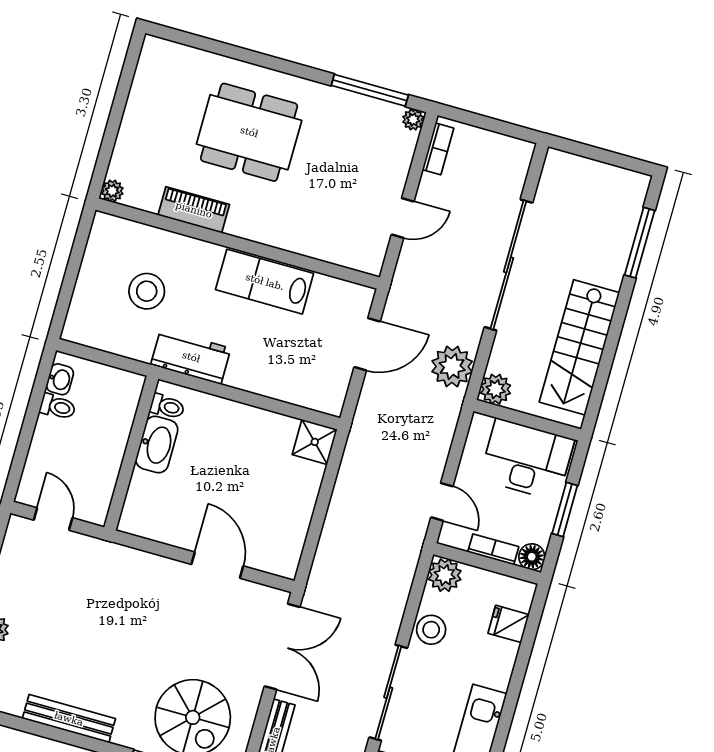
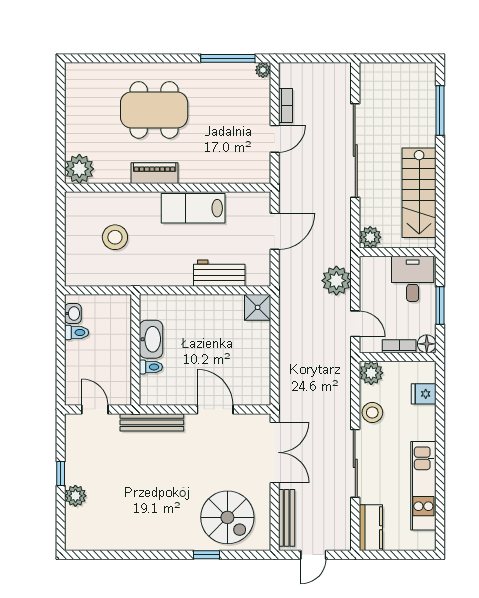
bookcase: (438, 149) -> (285, 106), moved
plant: (112, 191) -> (79, 169), width x1.87, depth x1.87
piano: (194, 210) -> (155, 173), moved
workbench: (191, 357) -> (219, 273), moved
plant: (452, 367) -> (336, 281), moved
toilet: (167, 407) -> (151, 367), moved
desk: (527, 459) -> (413, 279), width x0.73
bench: (69, 719) -> (152, 422), moved

